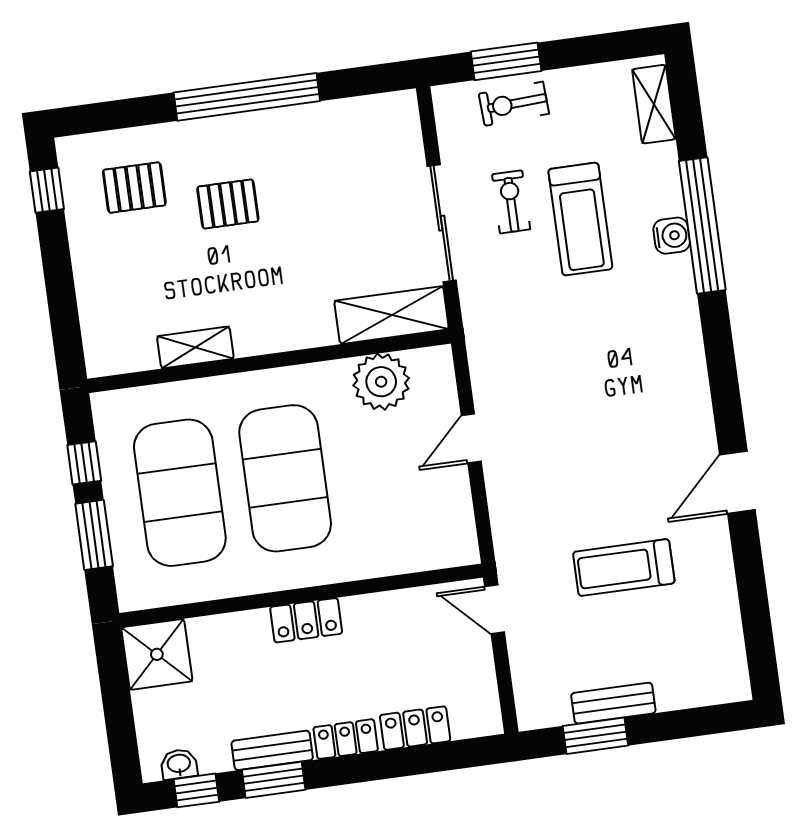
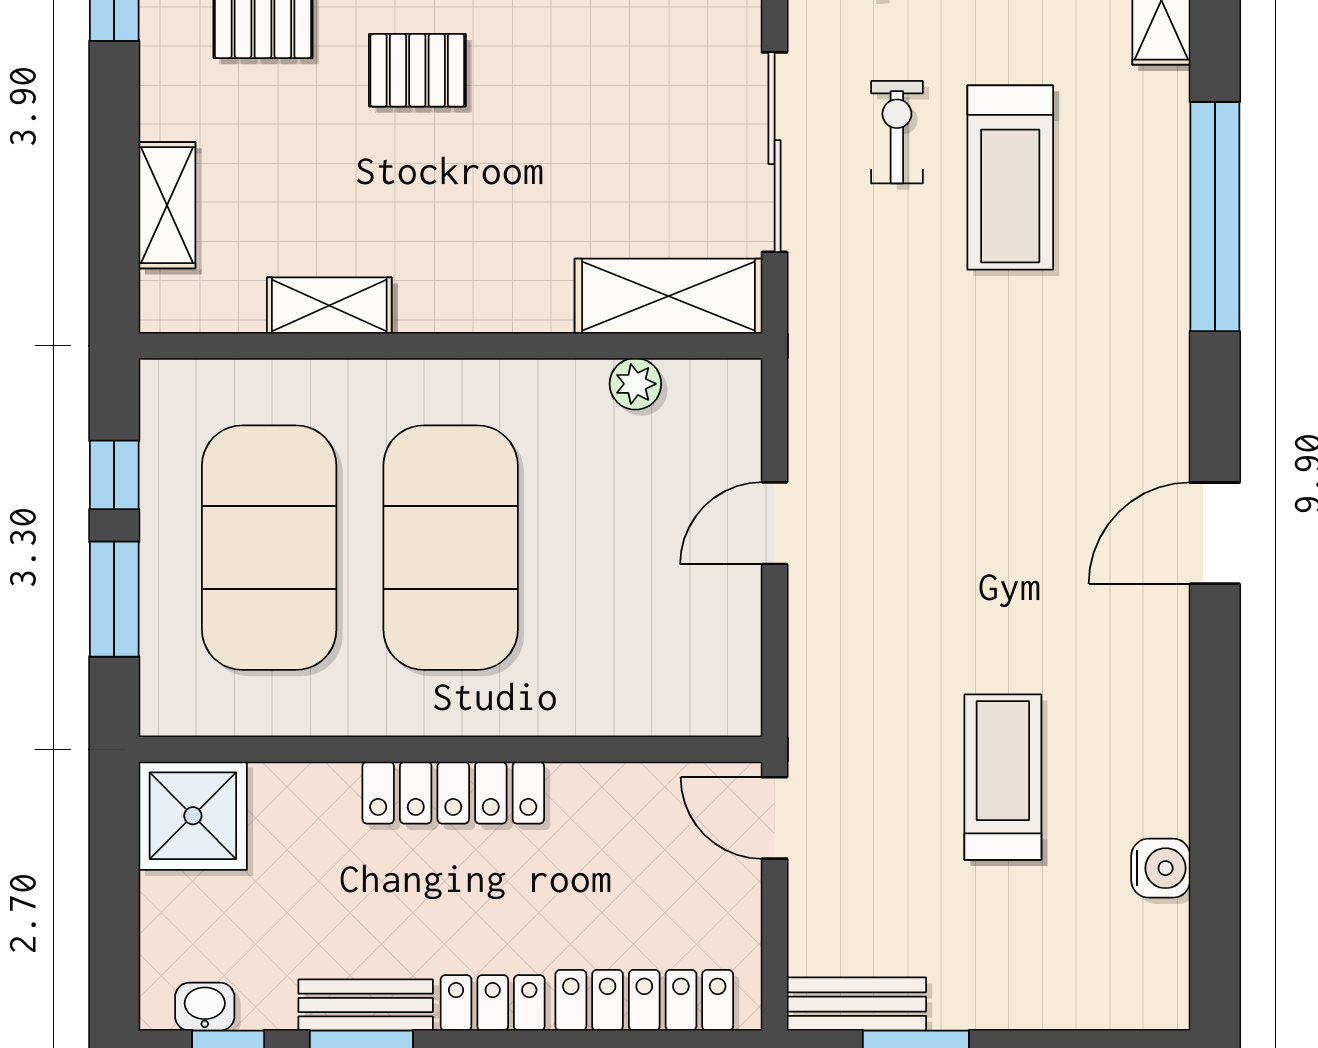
water cooler: (672, 236) -> (1161, 868), moved
shelving: (93, 302) -> (167, 205), added
plant: (381, 382) -> (635, 384), width x0.53, depth x0.53
door: (737, 482) -> (1215, 533), moved
treadmill: (624, 568) -> (1003, 777), turned 90
locker: (306, 620) -> (453, 793), width x1.53
bench: (613, 703) -> (856, 1004), moved
locker: (415, 728) -> (644, 1000), width x1.53

